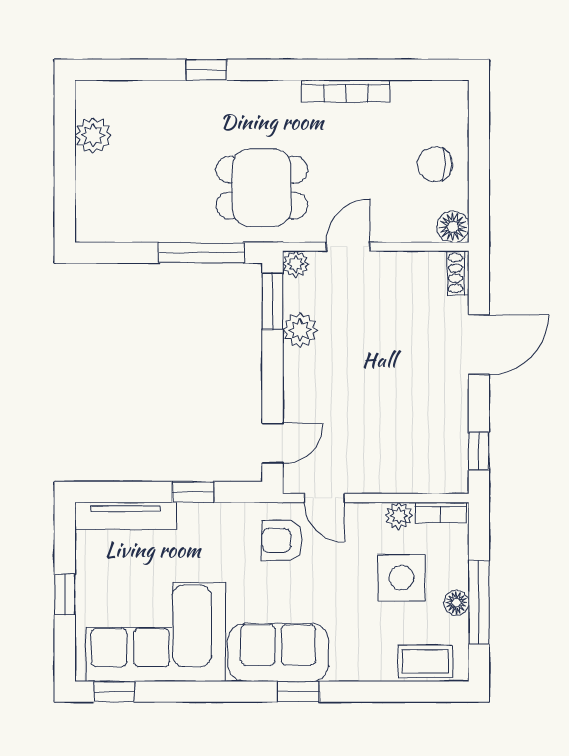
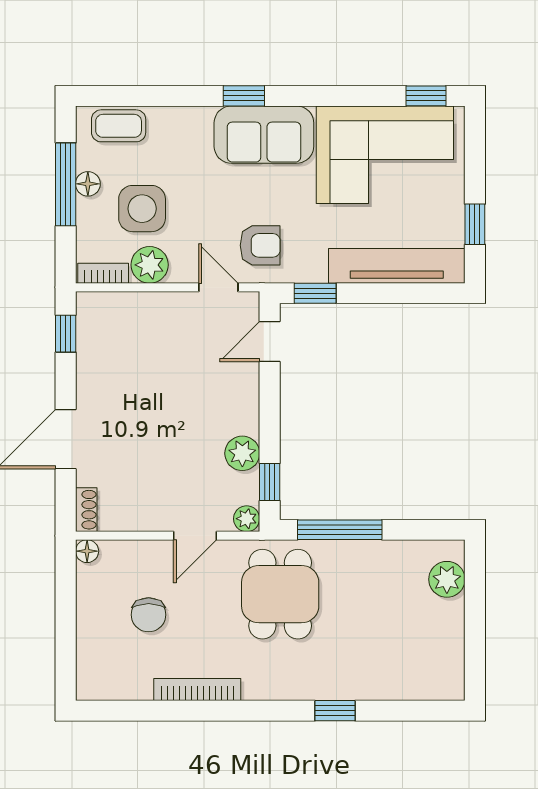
plant: (93, 135) -> (447, 579), moved
chair: (435, 164) -> (149, 615), moved, turned 90
dining table: (262, 188) -> (280, 594), turned 90
floor lamp: (453, 227) -> (87, 551), width x0.73, depth x0.73
window: (272, 301) -> (270, 482), width x0.67
window: (193, 492) -> (315, 293), moved
tv unit: (125, 516) -> (397, 266), width x1.36, depth x1.29
plant: (399, 516) -> (150, 265), width x1.38, depth x1.38
window: (65, 594) -> (475, 224), moved

